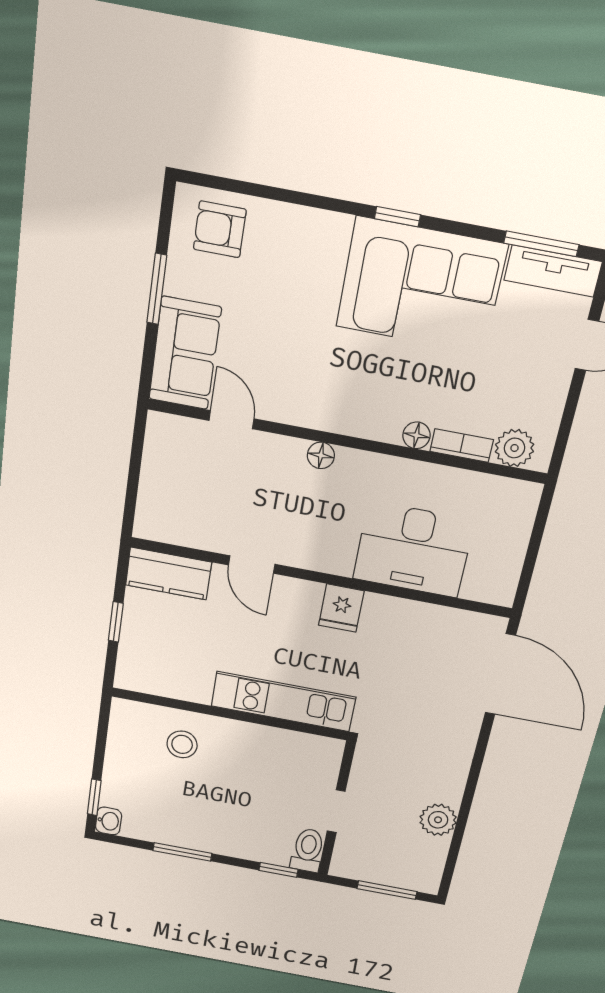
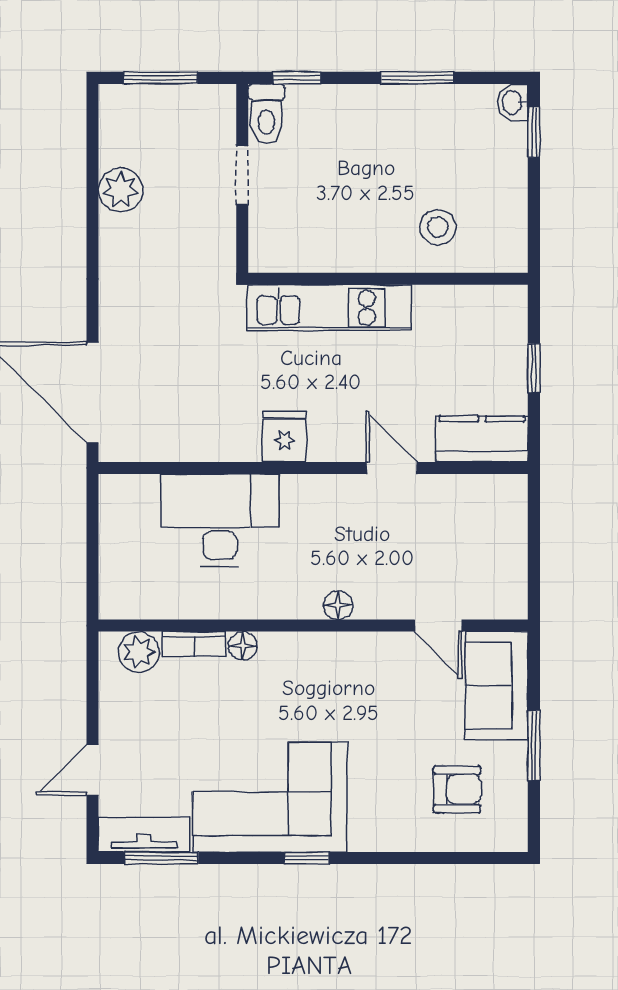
armchair: (220, 229) -> (457, 789), moved

